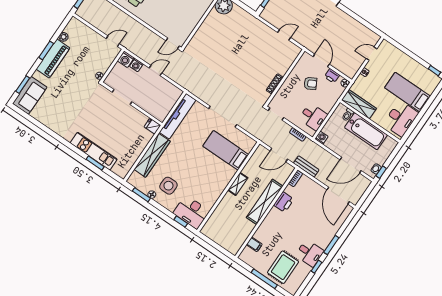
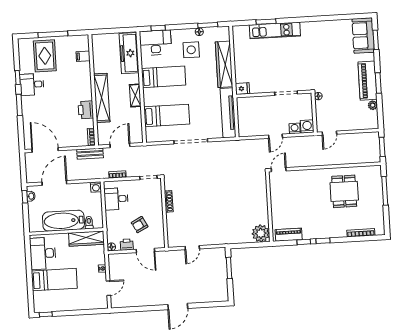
bed: (205, 181) -> (164, 77), added
freezer: (218, 220) -> (129, 53), added

